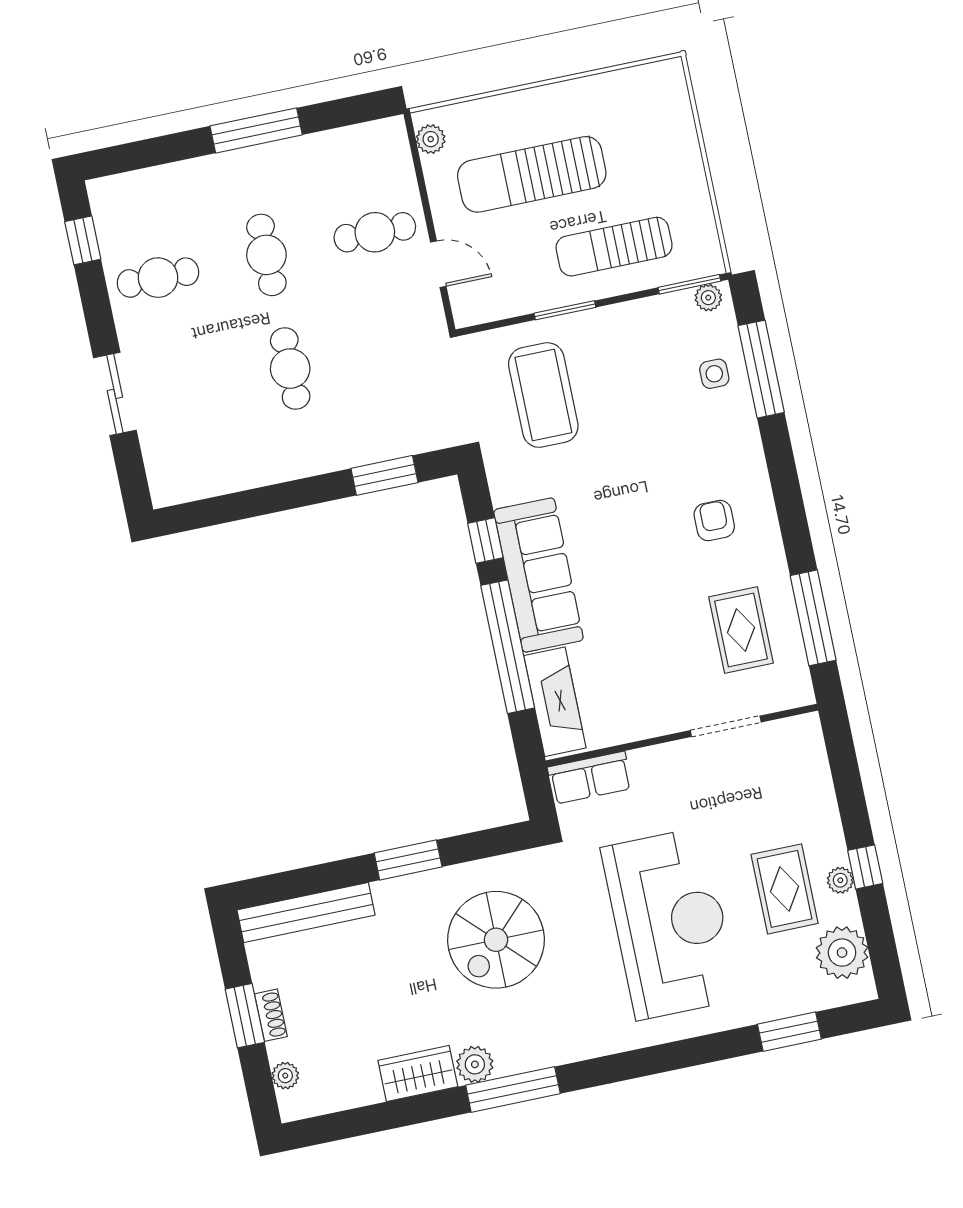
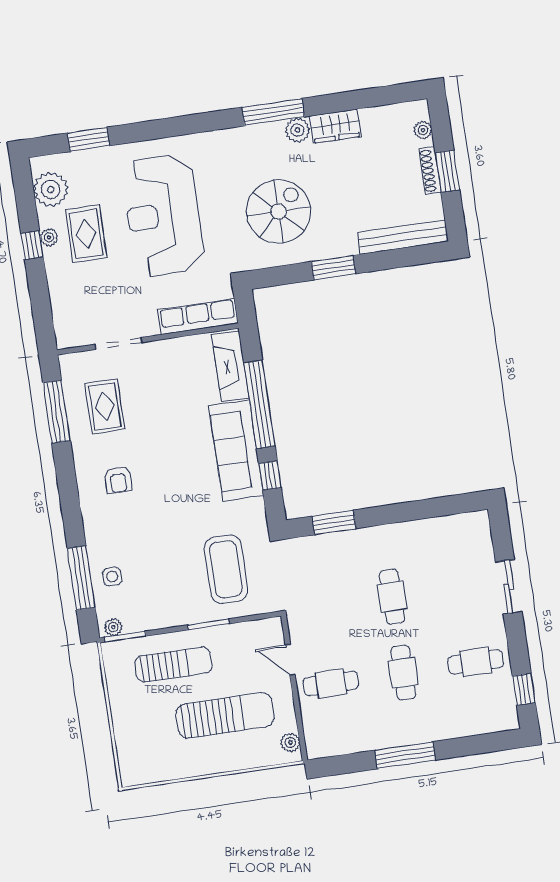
row of seats: (590, 778) -> (198, 317), width x1.48
shoe rack: (271, 1015) -> (430, 171), width x1.43

